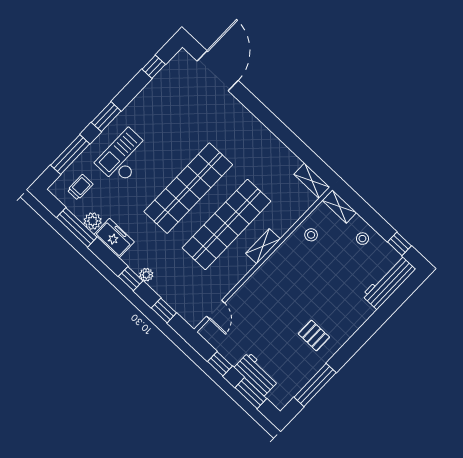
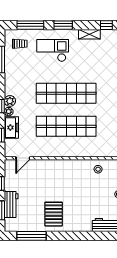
plant: (93, 221) -> (10, 101), moved
freezer: (114, 238) -> (11, 128), moved
shelving: (263, 246) -> (89, 34), moved
pallet: (314, 335) -> (54, 214), width x1.50, depth x1.42

